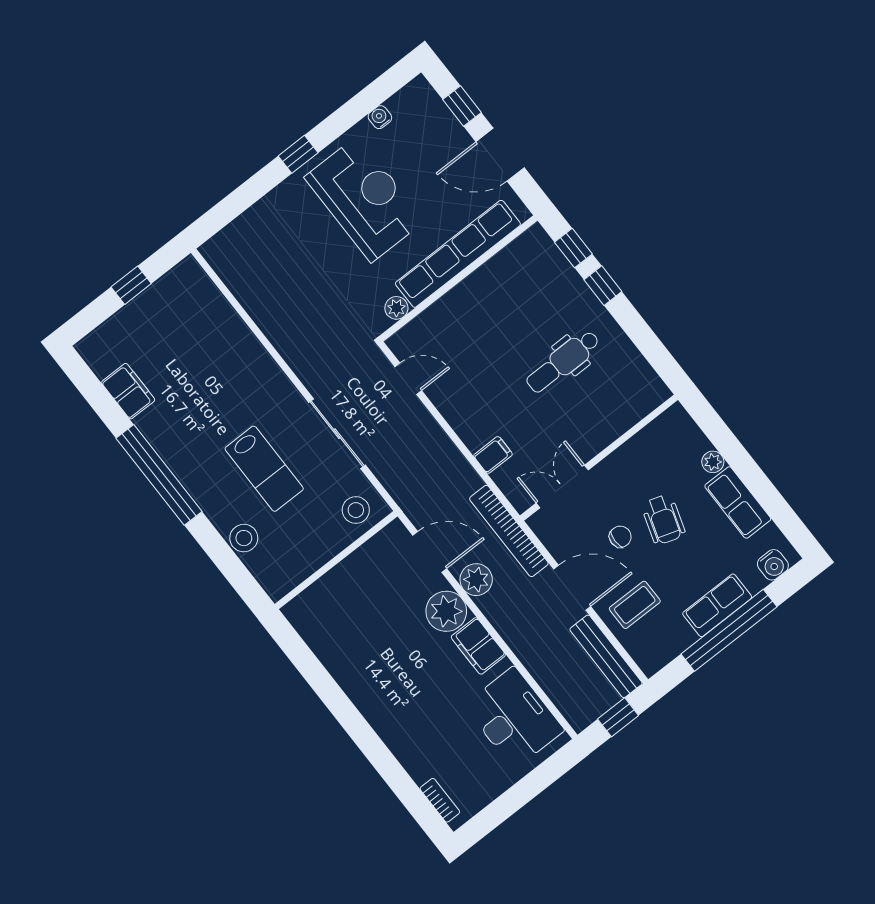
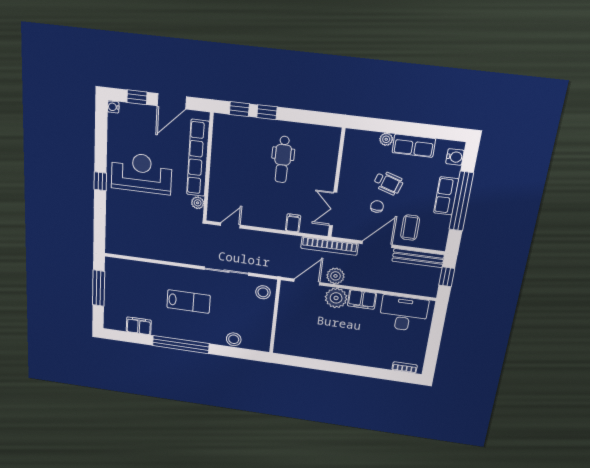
water cooler: (380, 117) -> (113, 107), moved
window: (131, 285) -> (99, 288), width x2.17
lab bench: (264, 469) -> (188, 302), moved

